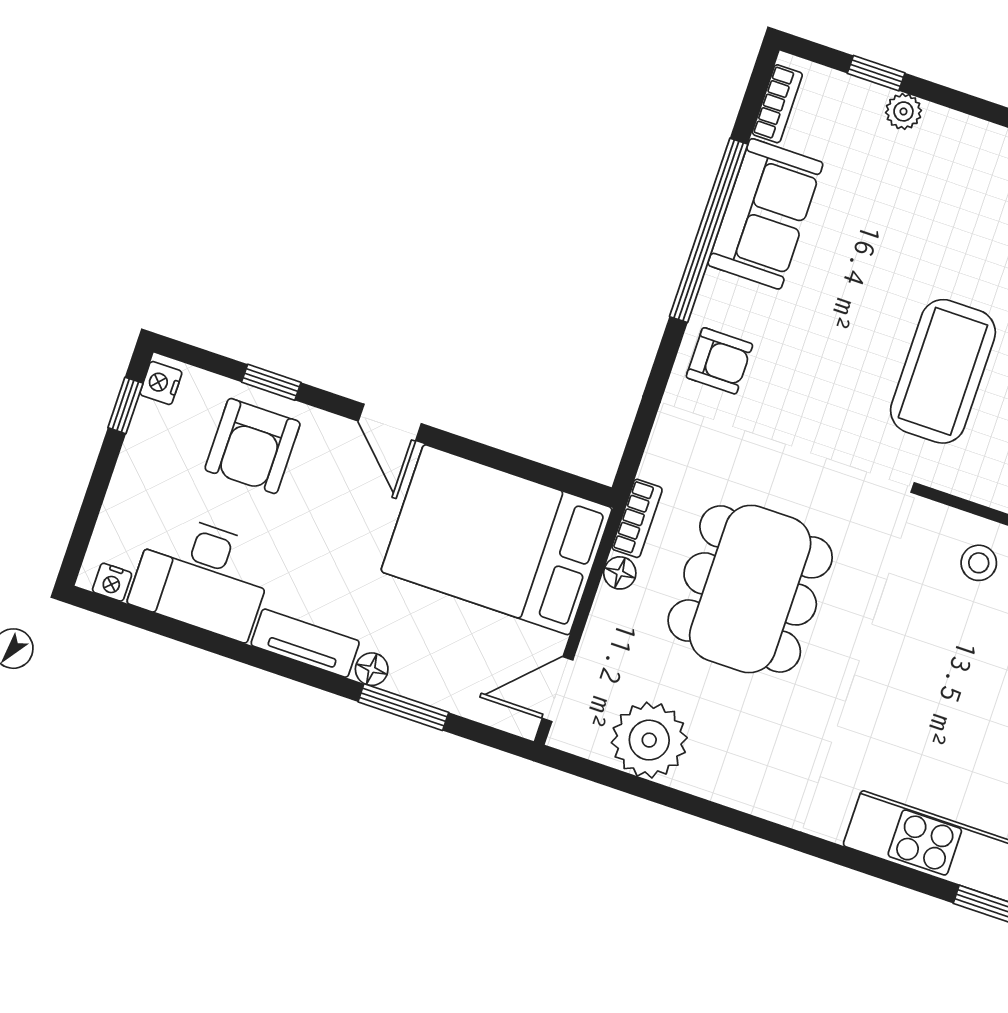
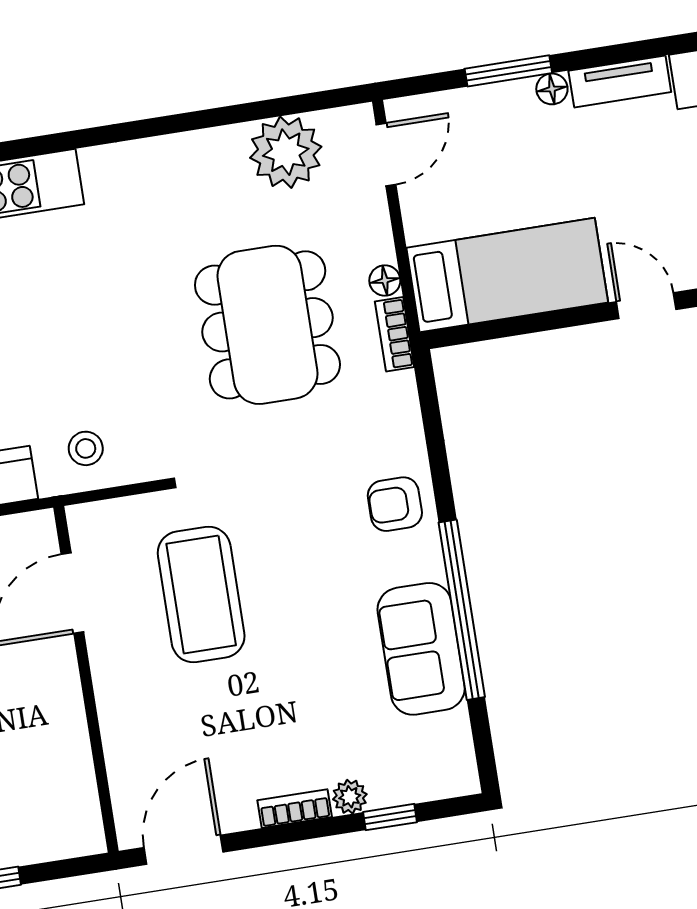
bookcase: (777, 104) -> (295, 809), moved, turned 90
bed: (497, 540) -> (507, 275), width x0.67

